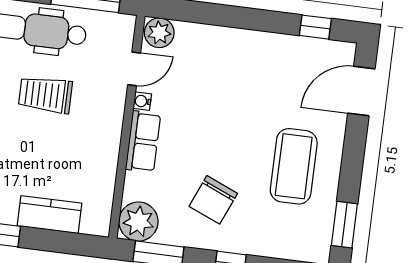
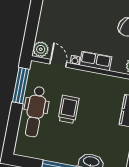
trolley: (45, 95) -> (69, 109), turned 180

